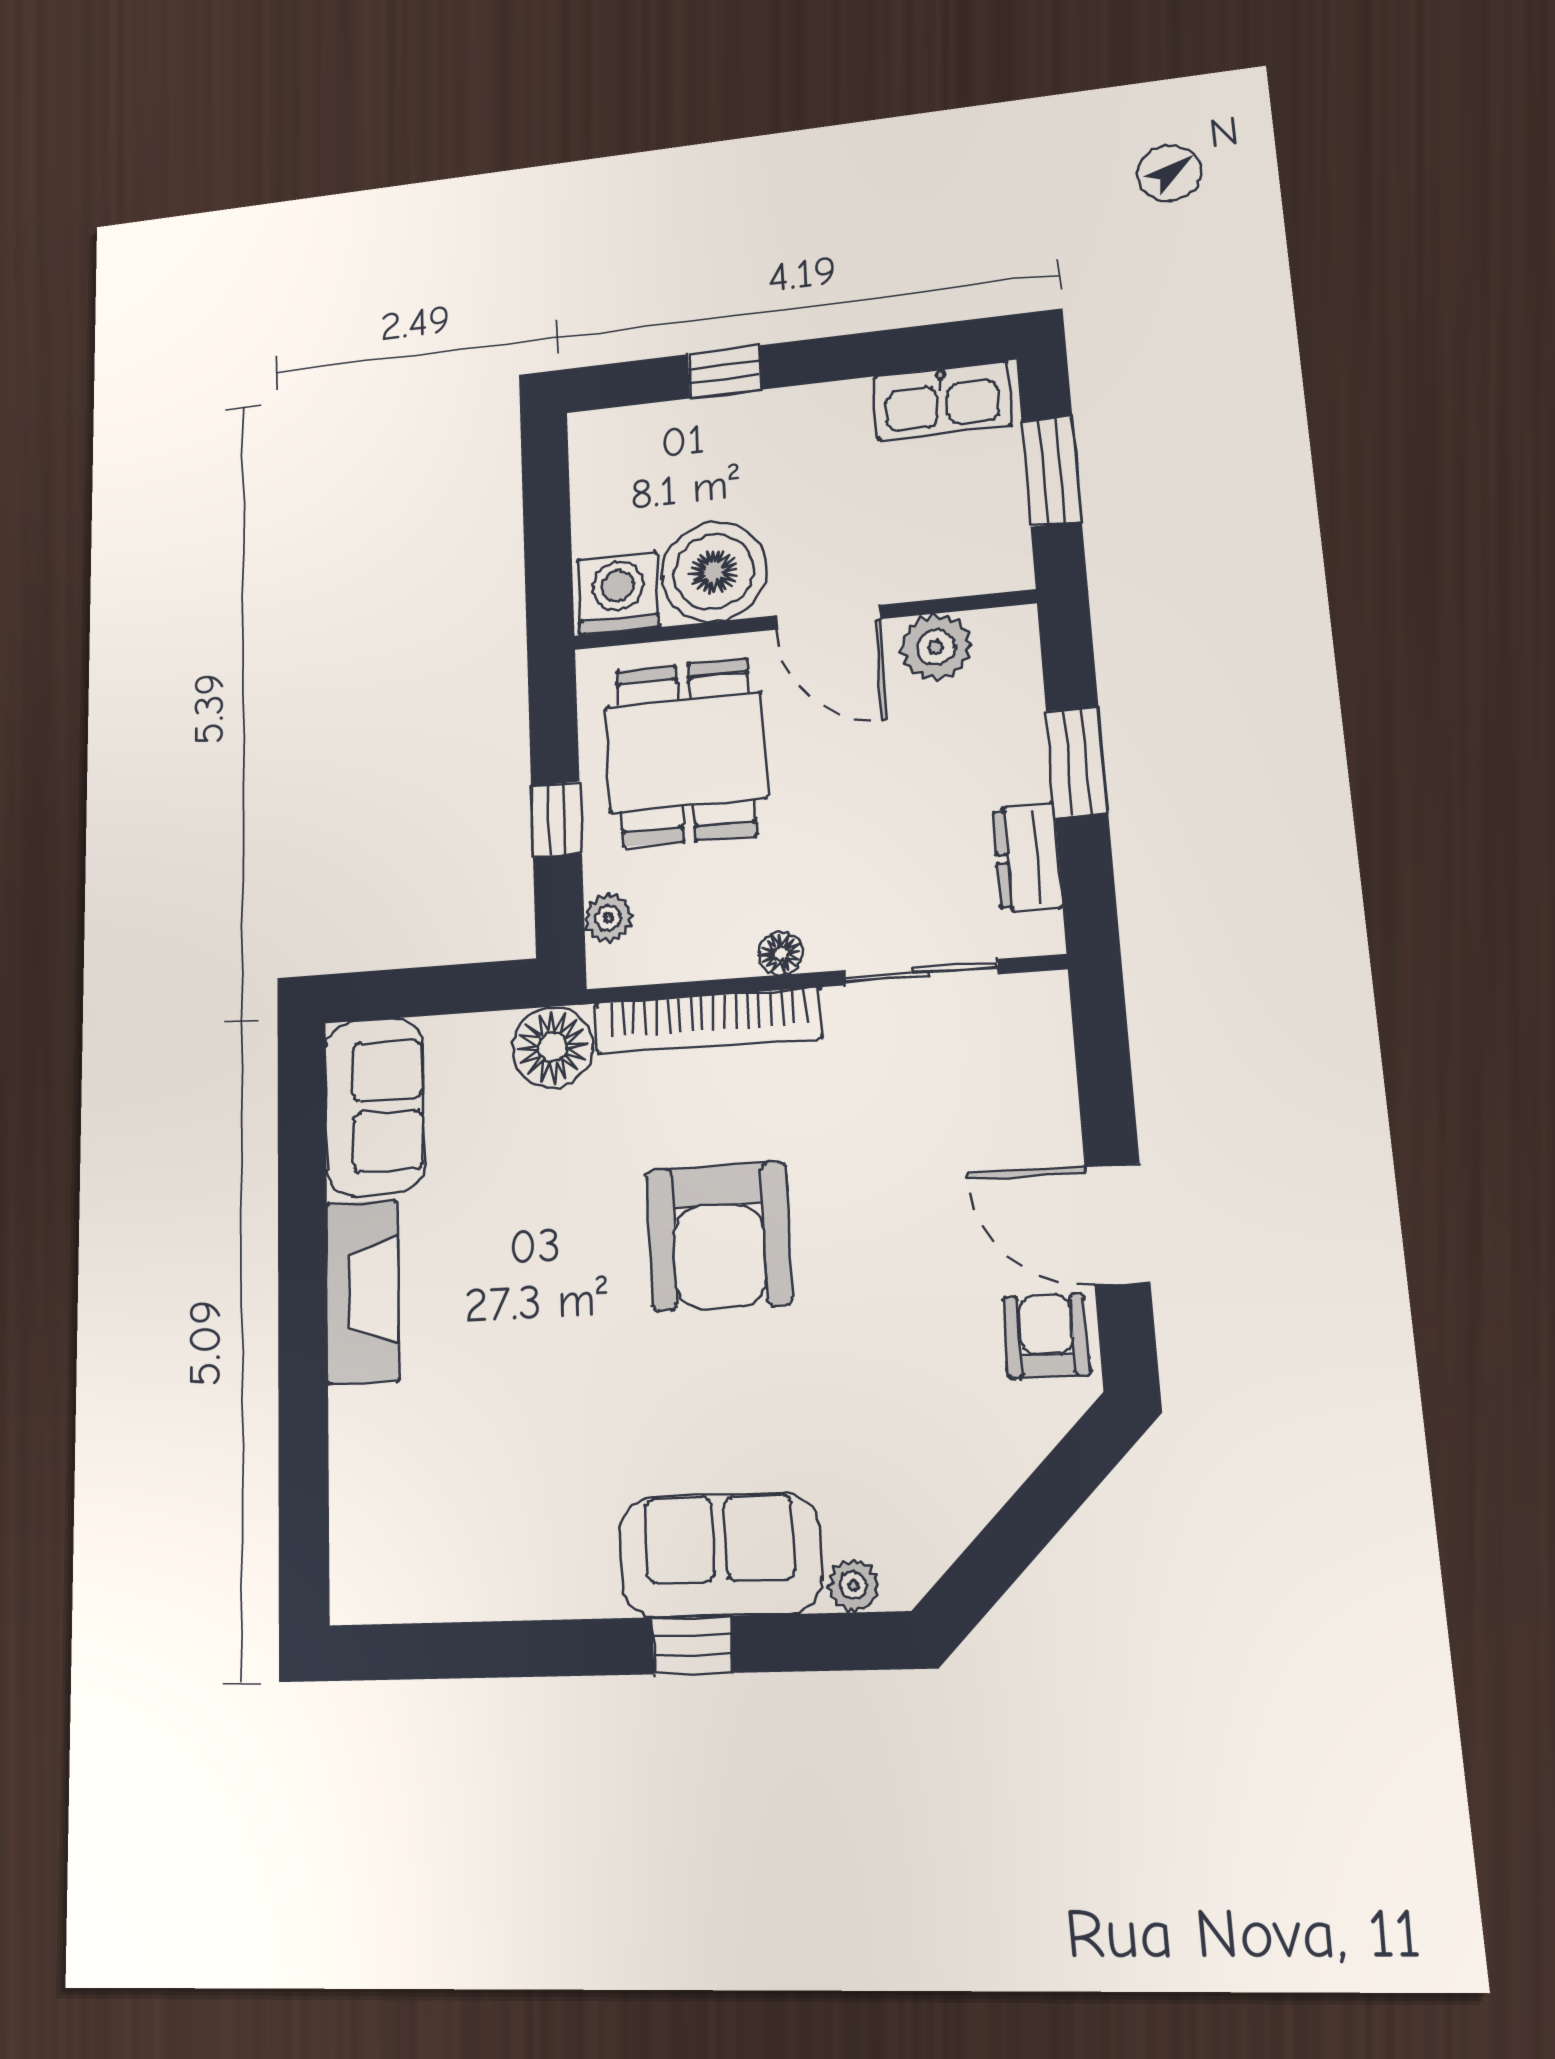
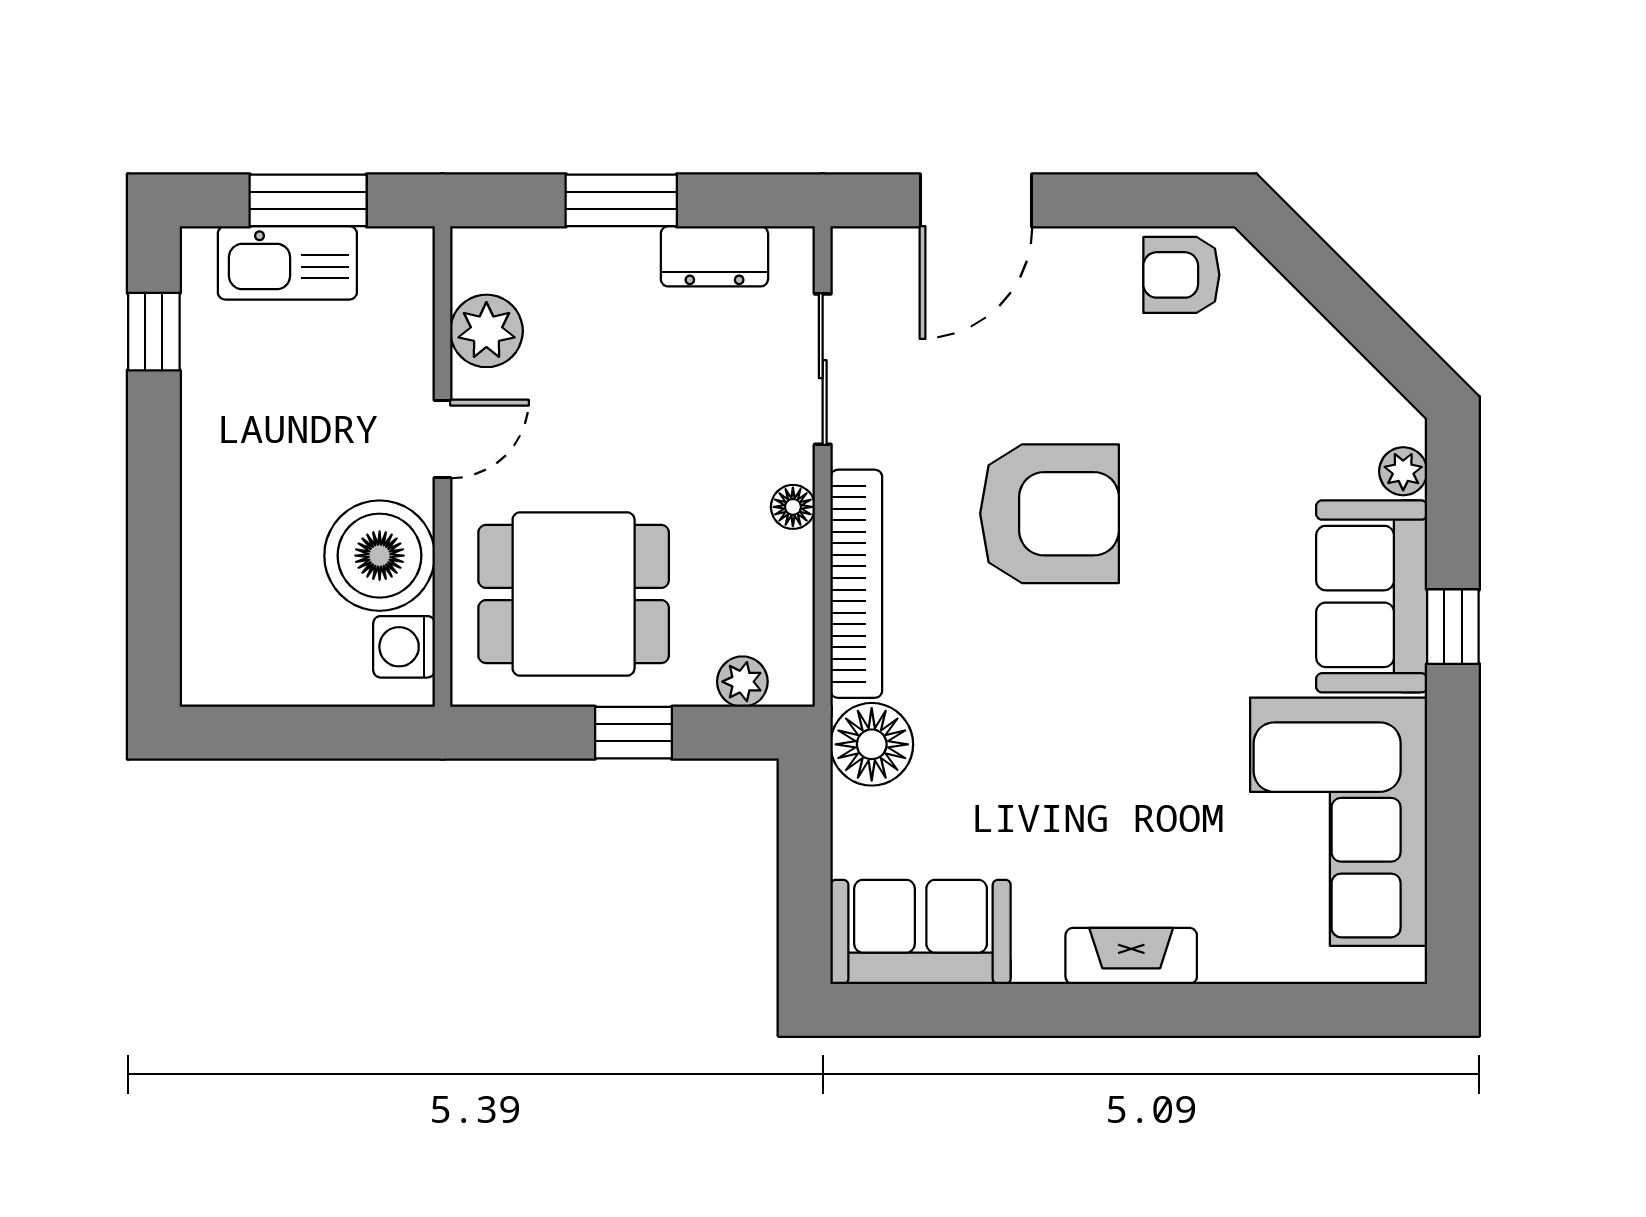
window: (725, 372) -> (154, 332), moved
kitchen sink: (942, 401) -> (287, 263), moved, turned 90
washing machine: (618, 593) -> (404, 647), width x0.73, depth x0.73
door: (828, 617) -> (442, 439), width x0.73
door: (1117, 1224) -> (976, 200), moved
armchair: (719, 1236) -> (1050, 514), moved
fireplace: (363, 1291) -> (1131, 956), width x0.73, depth x0.76
corner sofa: (489, 1526) -> (1339, 822), added

